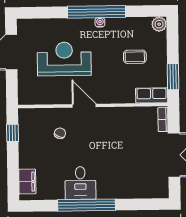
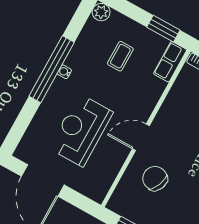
chair: (60, 133) -> (155, 178), width x1.87, depth x1.87

